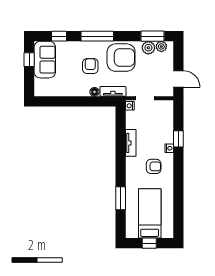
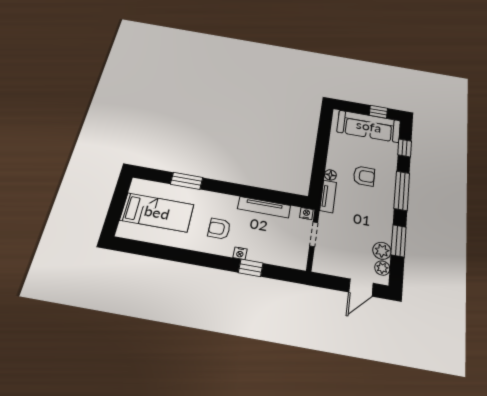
window: (153, 36) -> (399, 241), moved
armchair: (121, 58) -> (372, 214), removed
sofa: (45, 60) -> (369, 126), width x1.36
door: (178, 79) -> (361, 288), moved
tv unit: (131, 143) -> (264, 207), width x1.41
armchair: (154, 166) -> (219, 229), turned 90
window: (149, 243) -> (117, 205), removed

